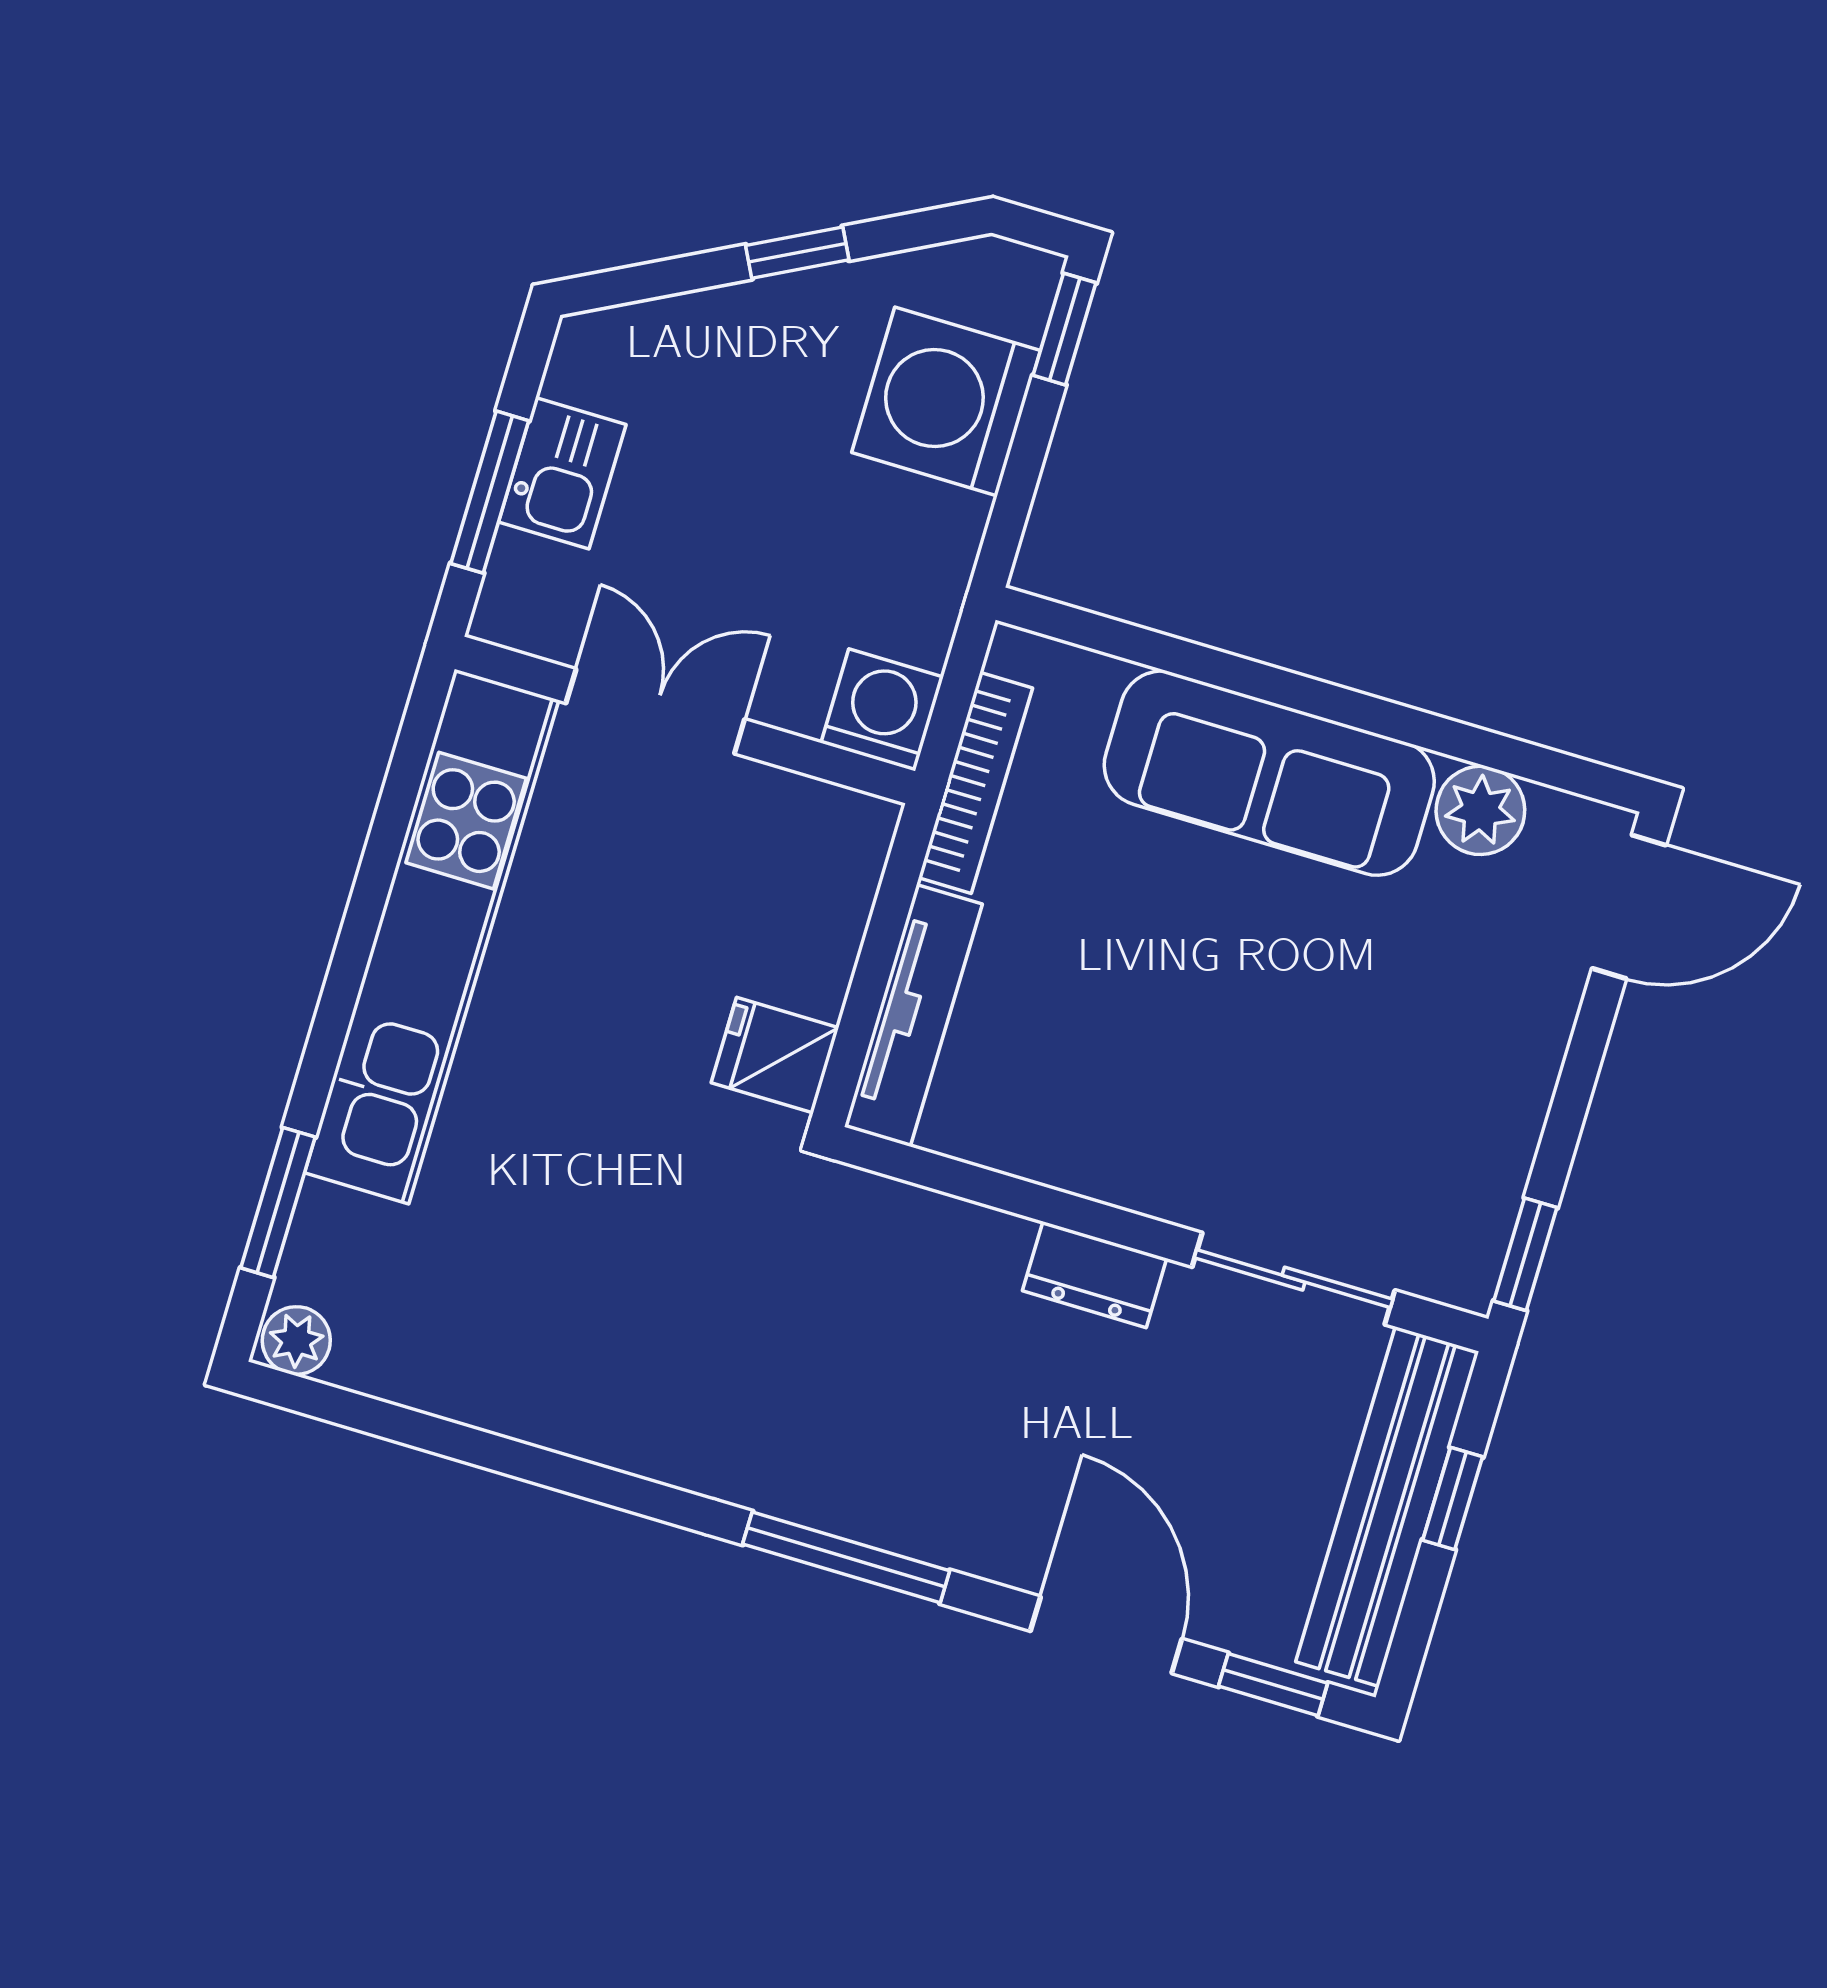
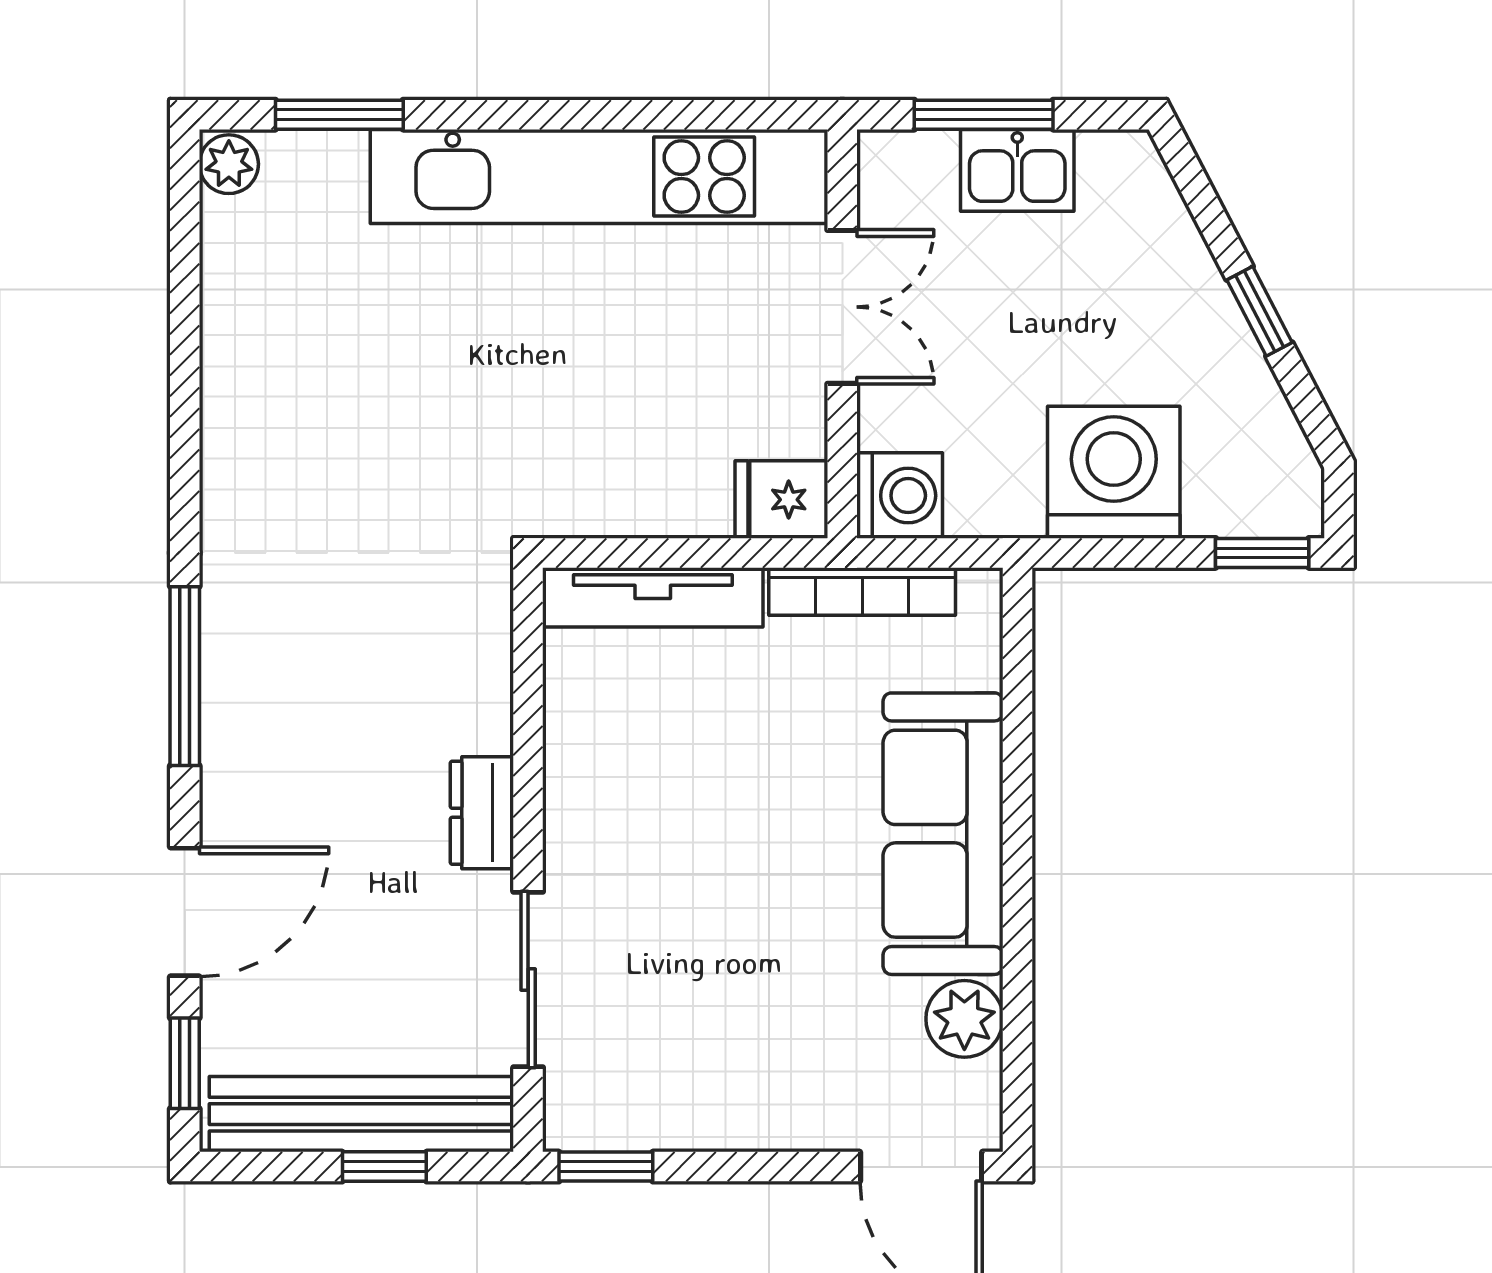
washing machine: (946, 401) -> (1114, 472), moved
fridge: (775, 1055) -> (781, 500), moved, turned -90

